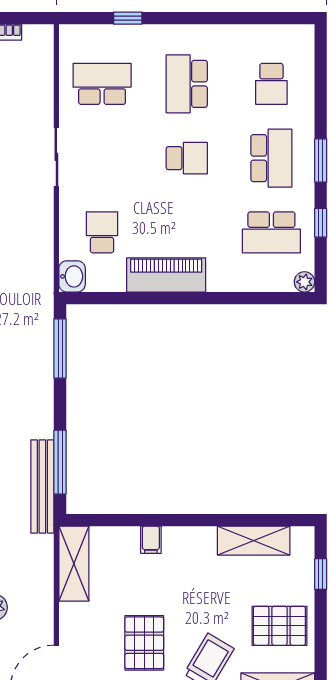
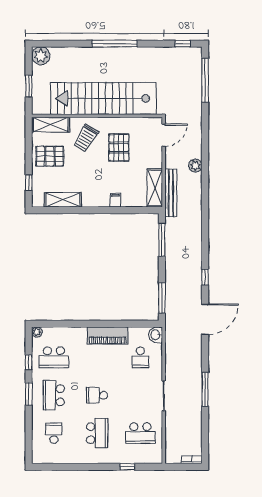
school desk: (271, 232) -> (54, 357), turned 180
bench: (42, 486) -> (171, 193), moved

